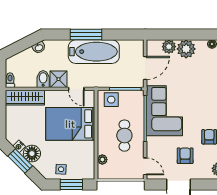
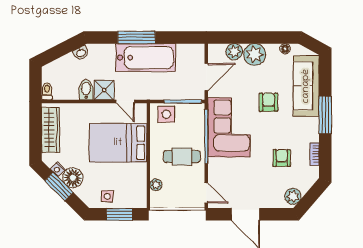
wardrobe: (25, 98) -> (50, 130), moved, turned -90
cafe table: (124, 136) -> (182, 157), turned 90
armchair: (185, 156) -> (269, 102), moved

